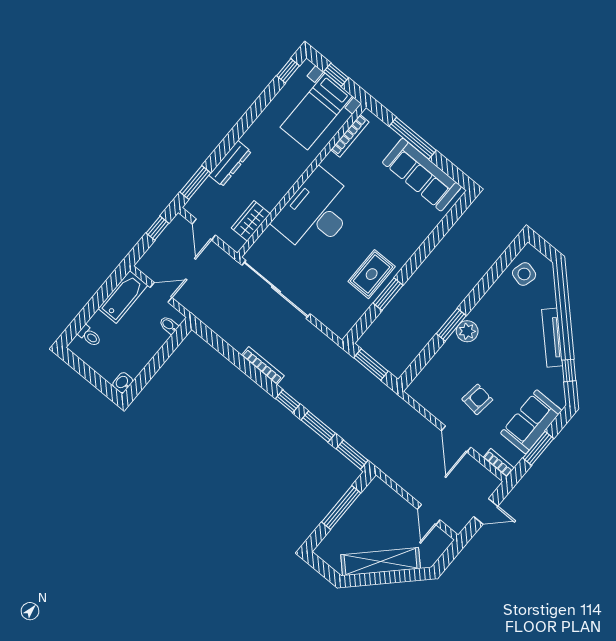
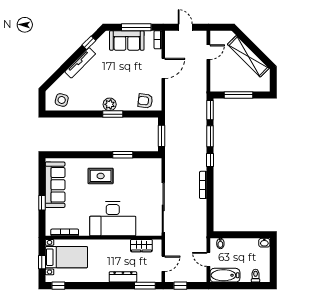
window: (413, 138) -> (42, 203), width x0.46
rug: (372, 274) -> (101, 176), moved
armchair: (477, 399) -> (145, 101), moved
window: (538, 448) -> (136, 27), width x1.44

